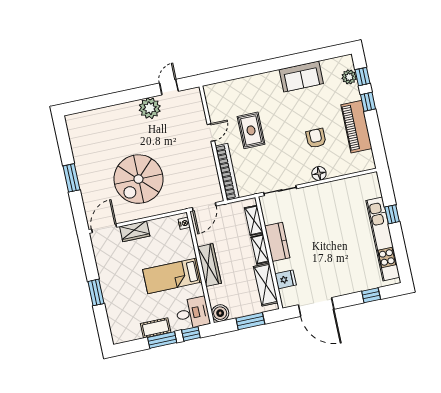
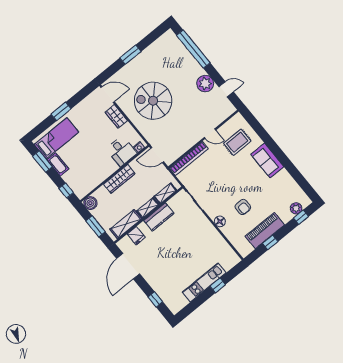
sofa: (301, 77) -> (267, 160), moved
window: (102, 101) -> (193, 49), added
window: (368, 102) -> (270, 242), moved
rug: (251, 130) -> (237, 142), moved
armchair: (316, 138) -> (243, 207), turned 90
kitchen unit: (383, 239) -> (204, 282), width x0.73
bed: (172, 276) -> (56, 138), moved, turned 90
desk: (193, 313) -> (122, 151), moved
window: (162, 340) -> (42, 161), moved

